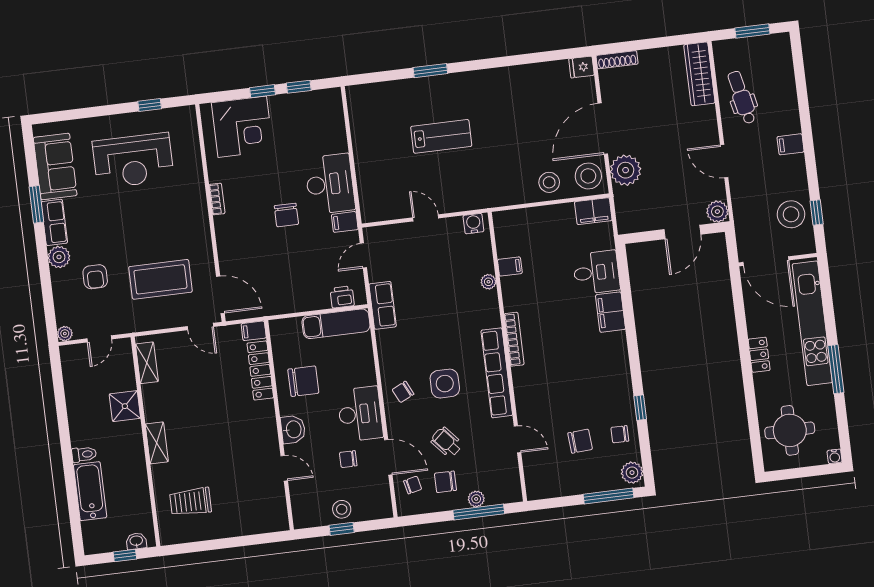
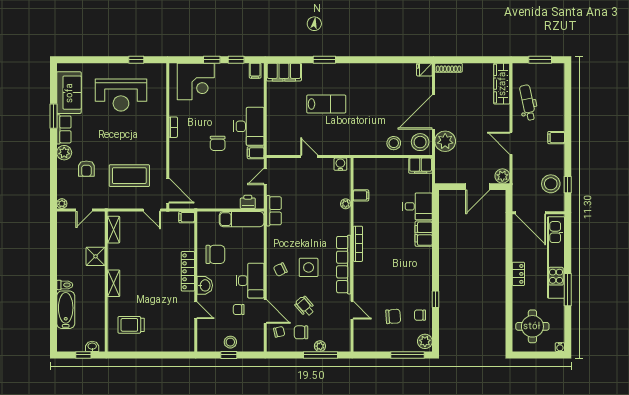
filing cabinet: (372, 96) -> (284, 72), added
filing cabinet: (329, 100) -> (255, 71), added
locker: (260, 370) -> (188, 271), moved

